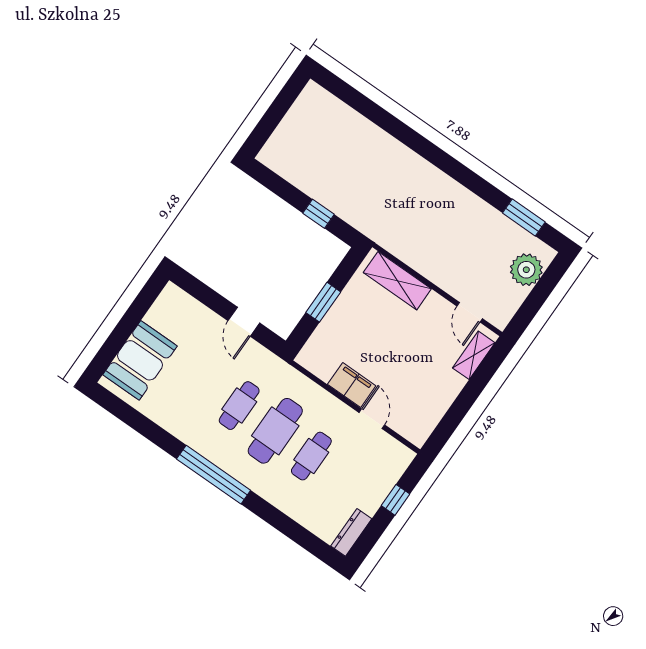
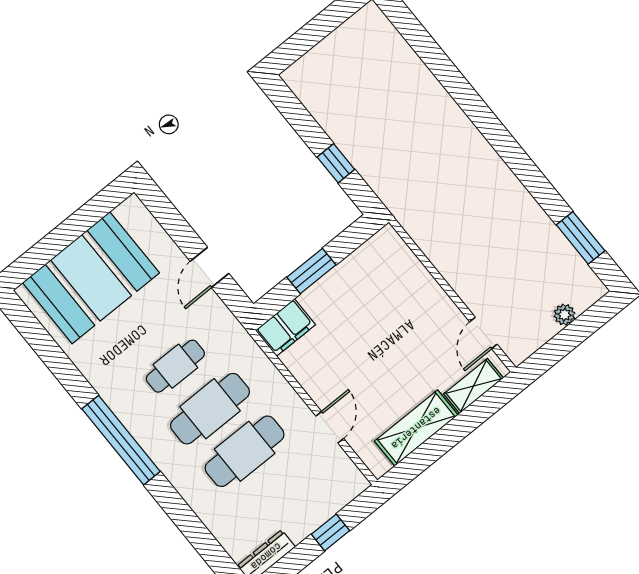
plant: (526, 270) -> (564, 315), width x0.53, depth x0.53
shelving: (397, 281) -> (416, 428), moved, turned 90
booth: (140, 360) -> (91, 278), width x1.36, depth x1.42
filing cabinet: (352, 385) -> (285, 328), moved, turned 90
cafe table: (311, 456) -> (245, 451), width x1.37, depth x1.35

